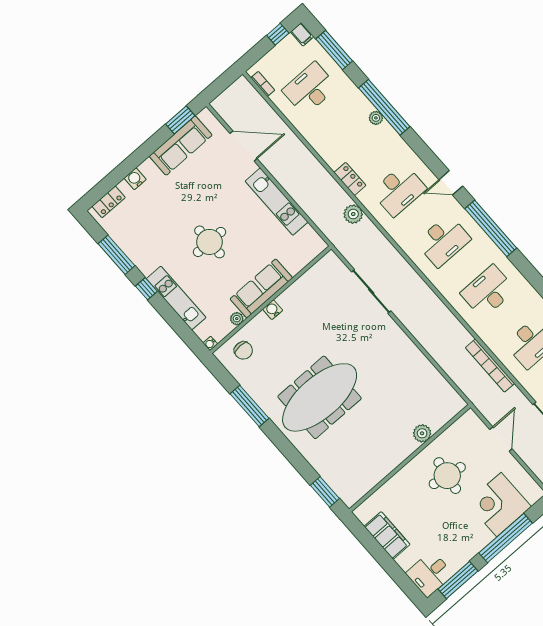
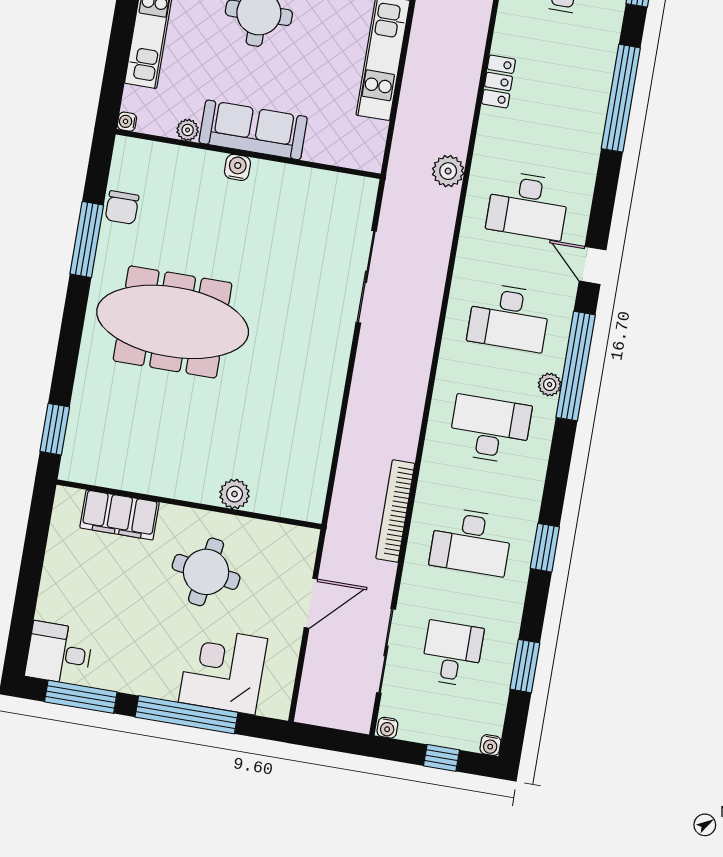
plant: (376, 118) -> (550, 385), moved
locker: (350, 179) -> (498, 82), moved
chair: (243, 350) -> (122, 208), moved
filing cabinet: (387, 535) -> (120, 515), moved, turned 90

